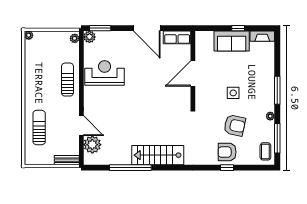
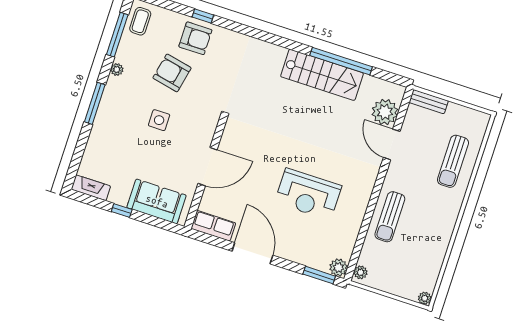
sofa: (232, 41) -> (157, 201), moved
reception desk: (105, 73) -> (308, 194), moved
stairs: (158, 155) -> (322, 75), moved

